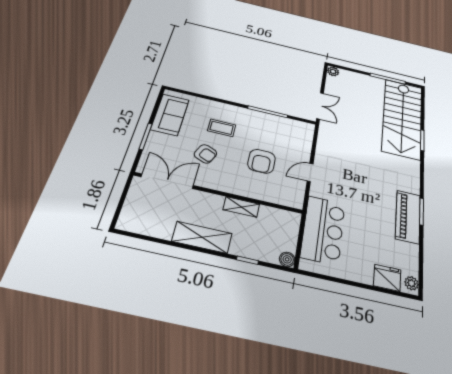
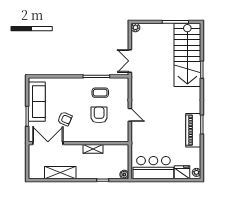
double door: (320, 106) -> (130, 61), swing flipped
sofa: (170, 115) -> (37, 102), width x1.36
coffee table: (222, 128) -> (100, 93), moved
armchair: (262, 161) -> (99, 115), turned 180
door: (310, 172) -> (130, 115), swing flipped
bar counter: (323, 230) -> (153, 168), moved, turned -90
shelving: (202, 237) -> (60, 173), moved

